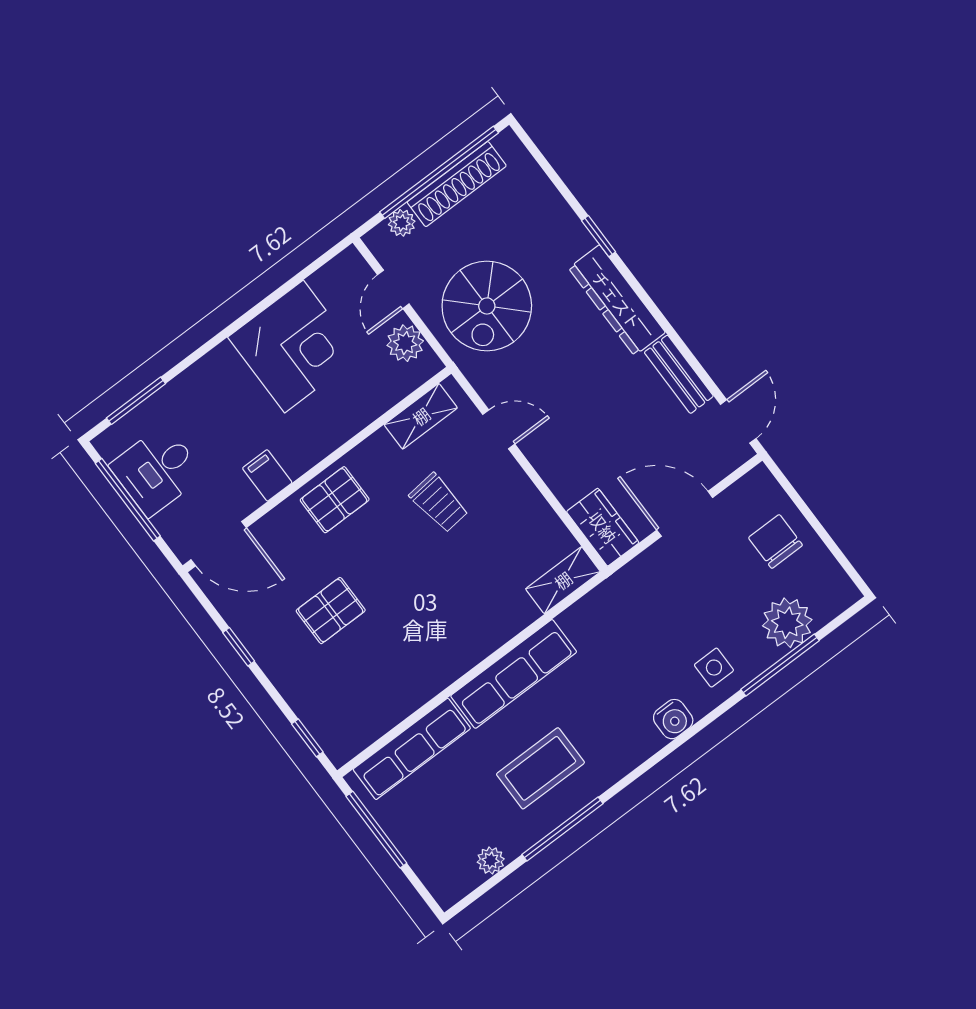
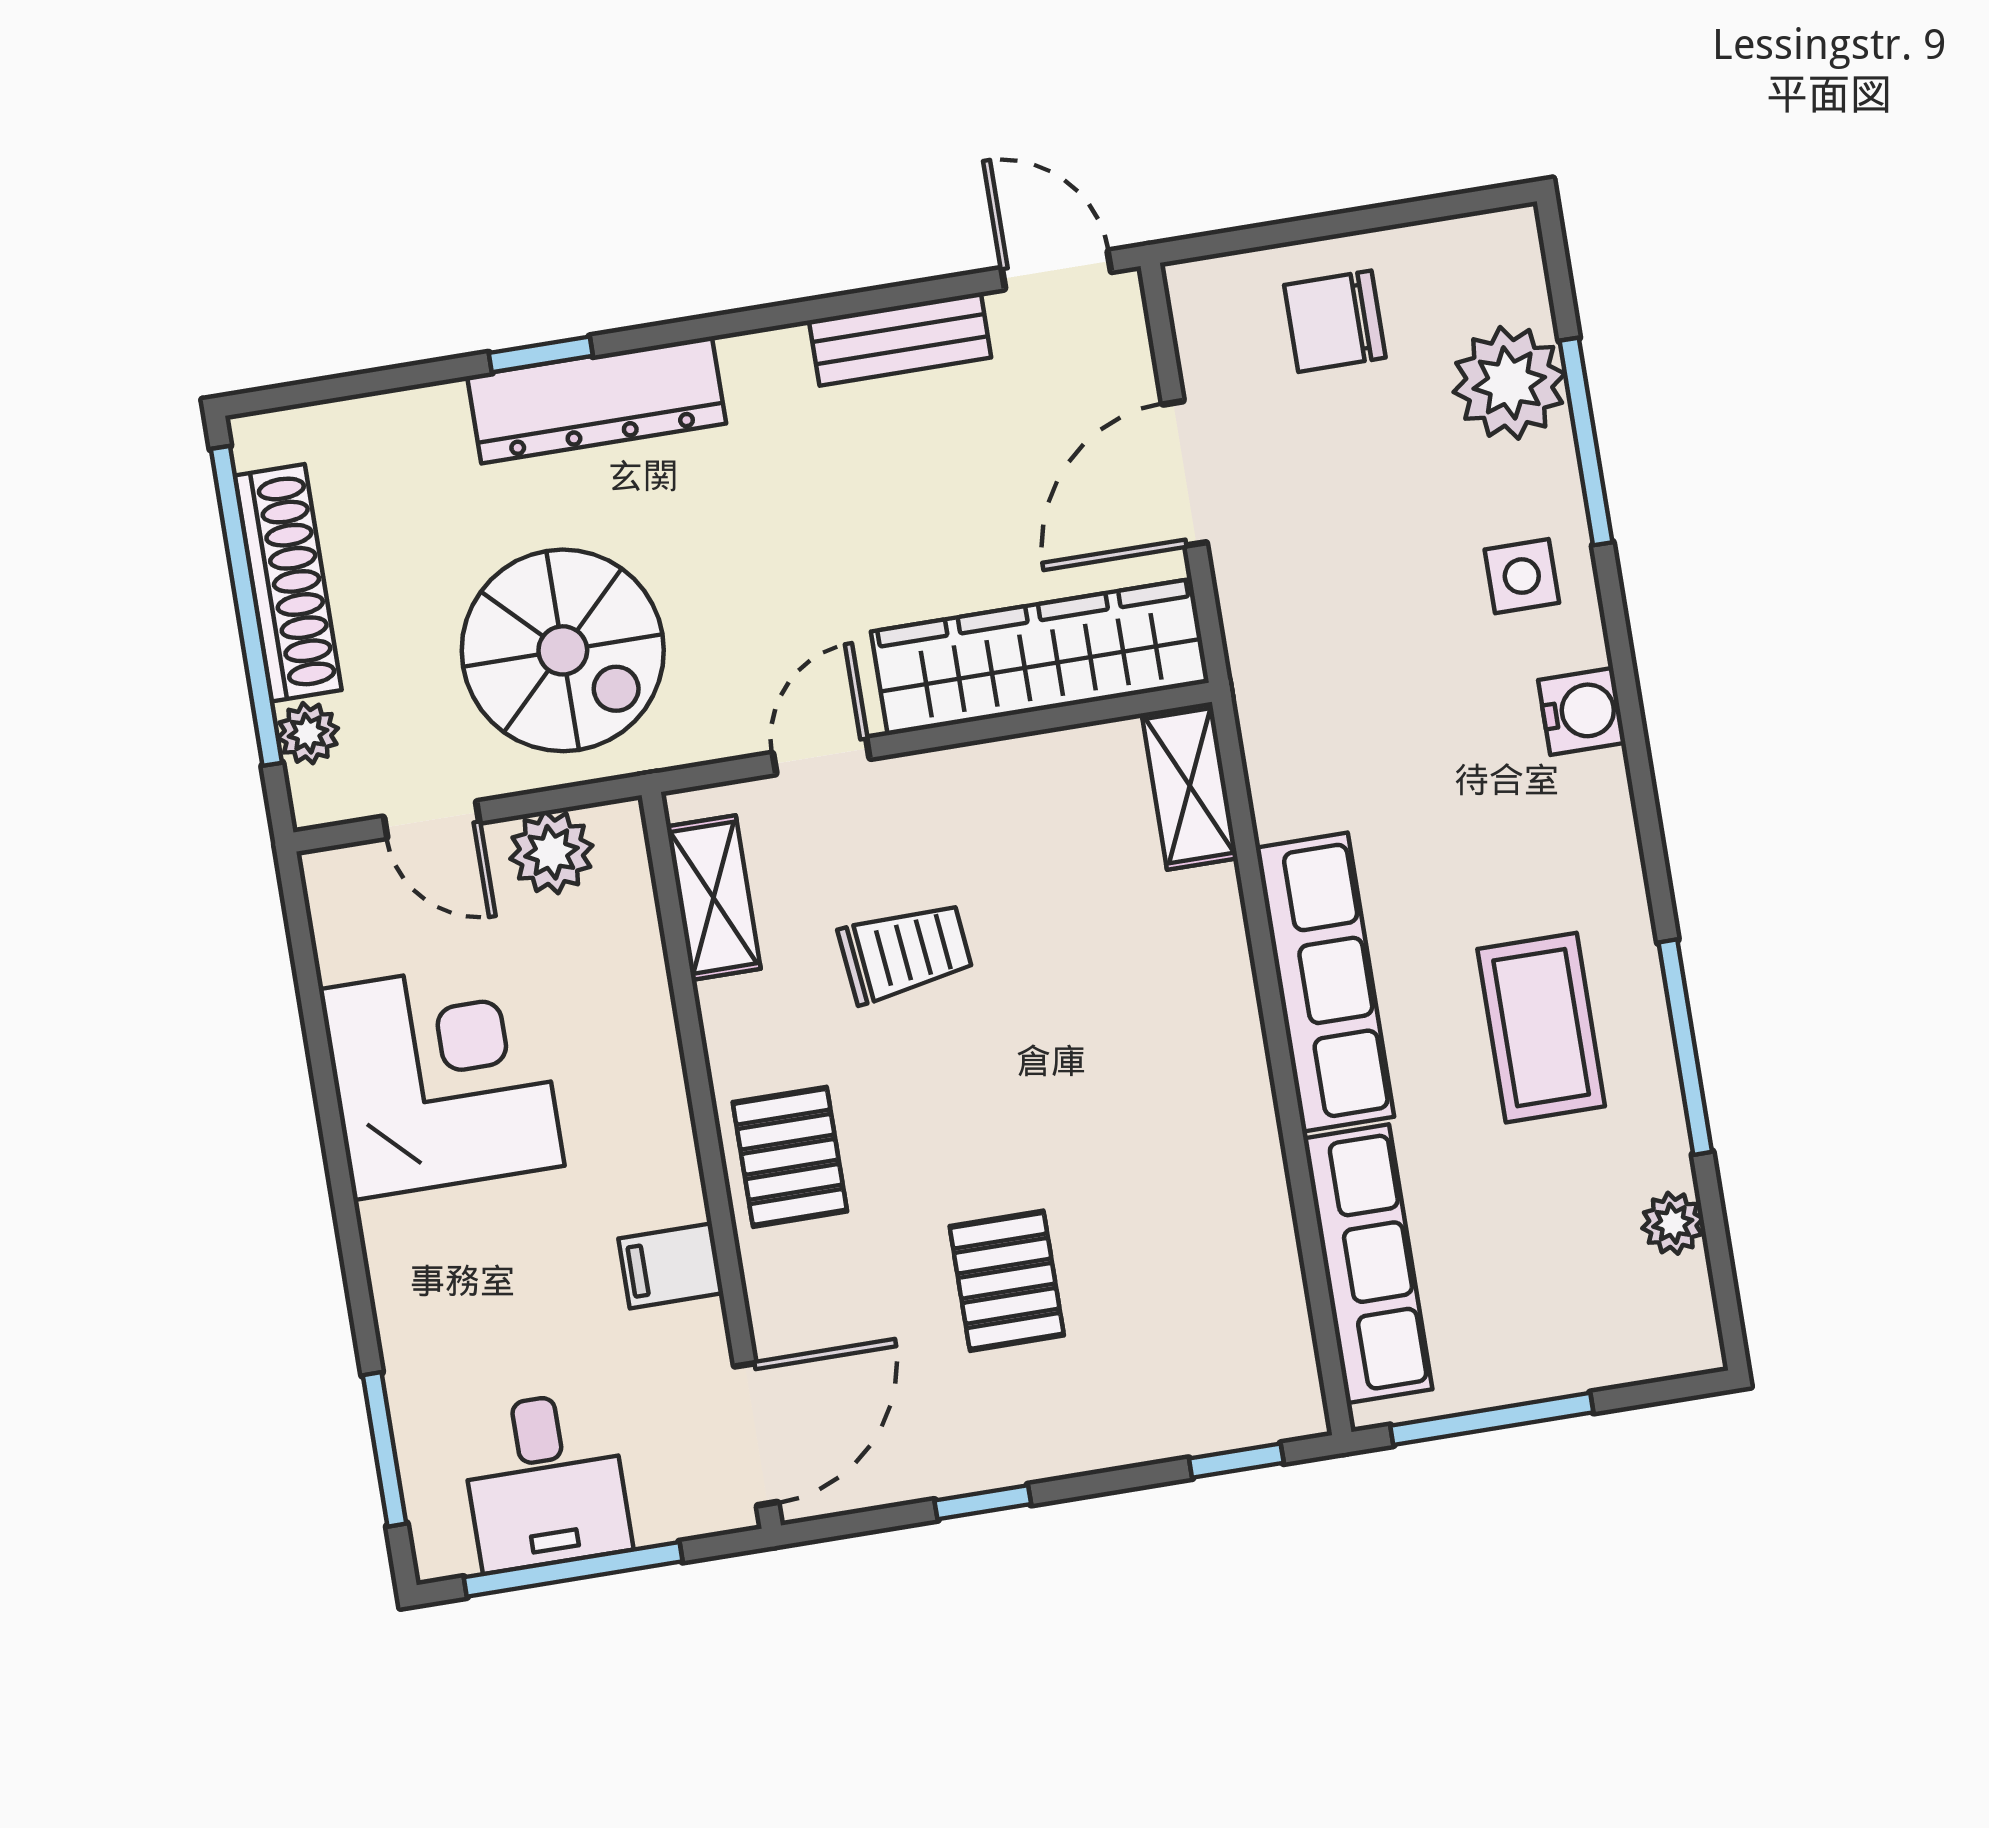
dresser: (617, 300) -> (597, 400), moved
wardrobe: (603, 527) -> (1040, 657), width x2.10, depth x1.17

